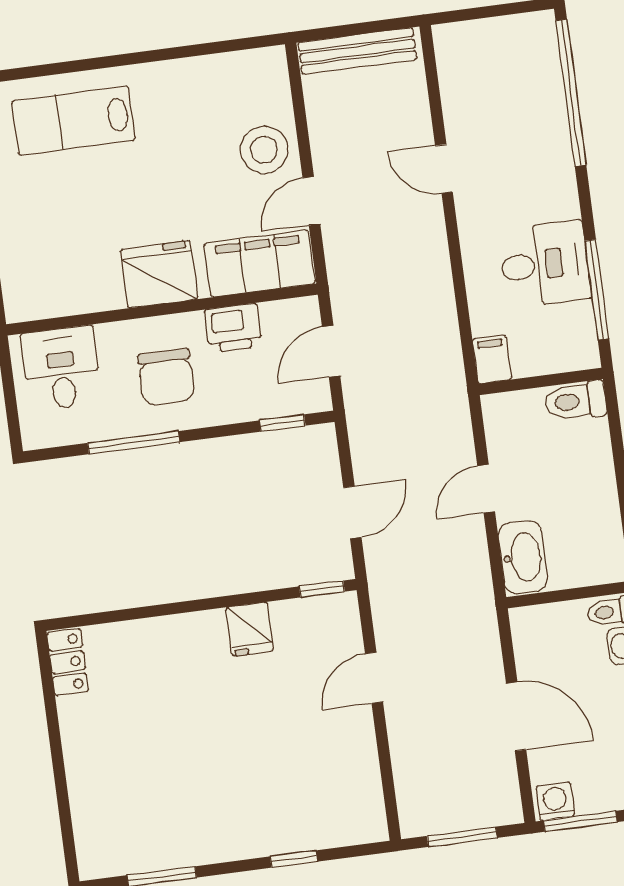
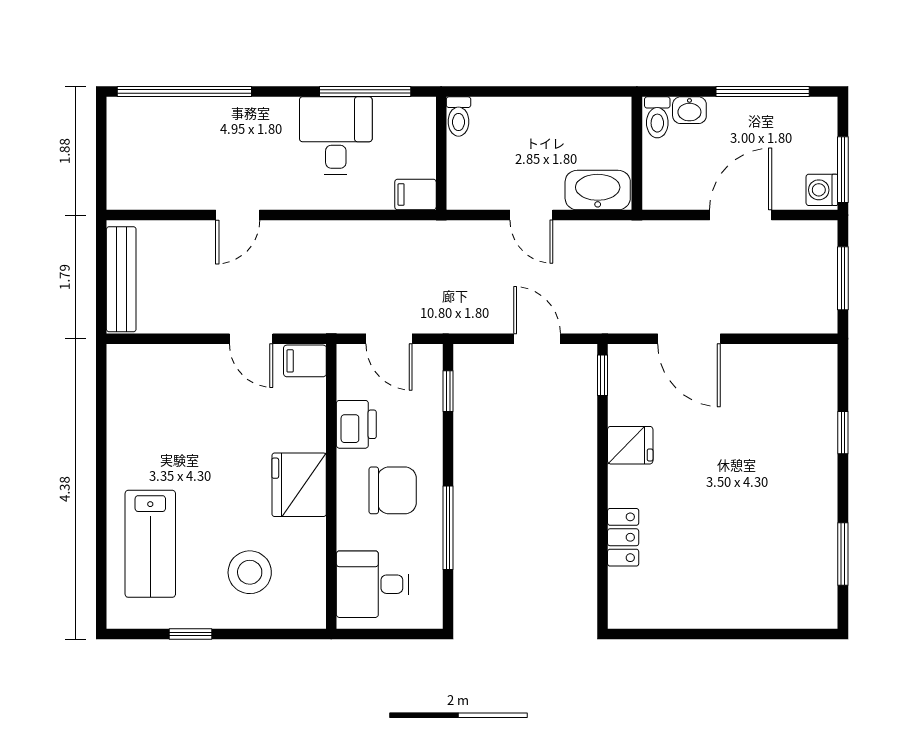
stool: (264, 150) -> (250, 572), moved
filing cabinet: (260, 264) -> (305, 361), width x0.33, depth x0.86
toilet: (575, 401) -> (459, 116), width x0.73, depth x0.72
locker: (68, 662) -> (623, 537), moved, turned 90
door: (374, 678) -> (689, 339), width x1.38

